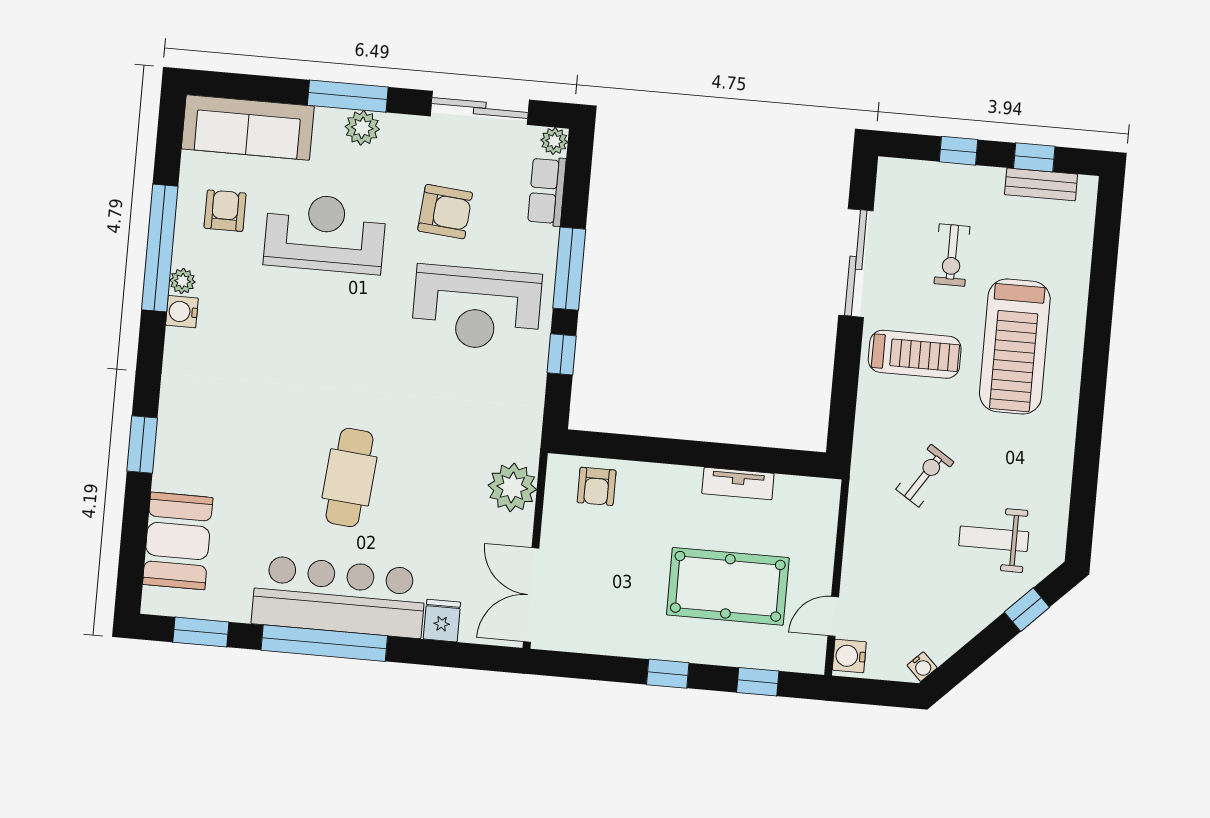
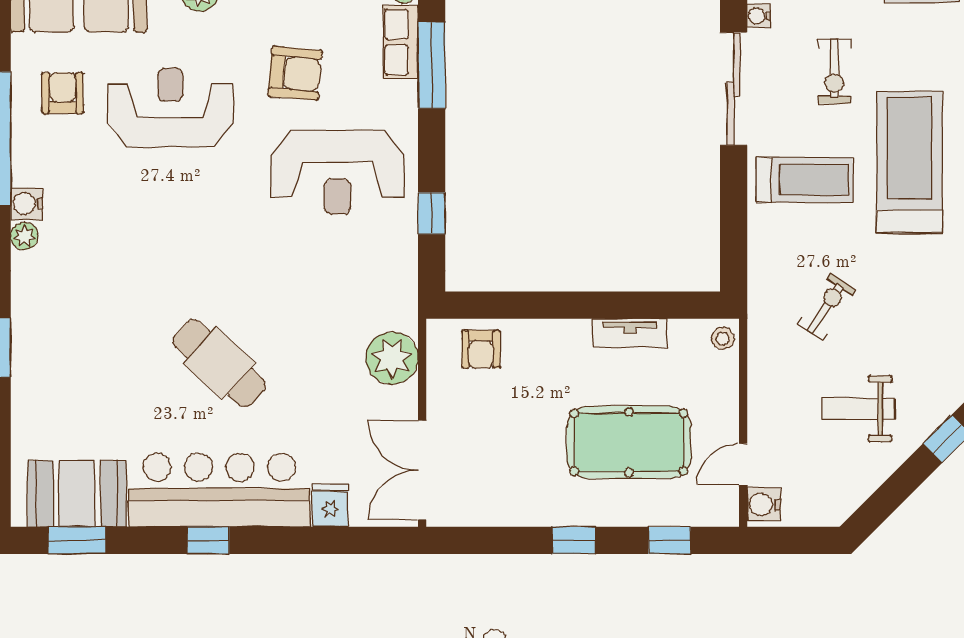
window: (569, 269) -> (432, 65), moved
plant: (182, 281) -> (24, 236), moved
treadmill: (1015, 346) -> (909, 162), turned 180
cafe table: (349, 477) -> (219, 363), turned -53
stool: (825, 497) -> (723, 338), added
weight bench: (994, 539) -> (858, 409), moved
booth: (178, 541) -> (77, 494), moved, turned 90
window: (324, 643) -> (208, 540), width x0.32
water cooler: (922, 667) -> (759, 16), moved, turned 135

